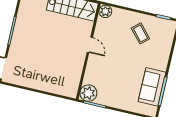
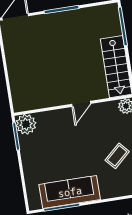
sofa: (152, 87) -> (70, 192), width x1.36

